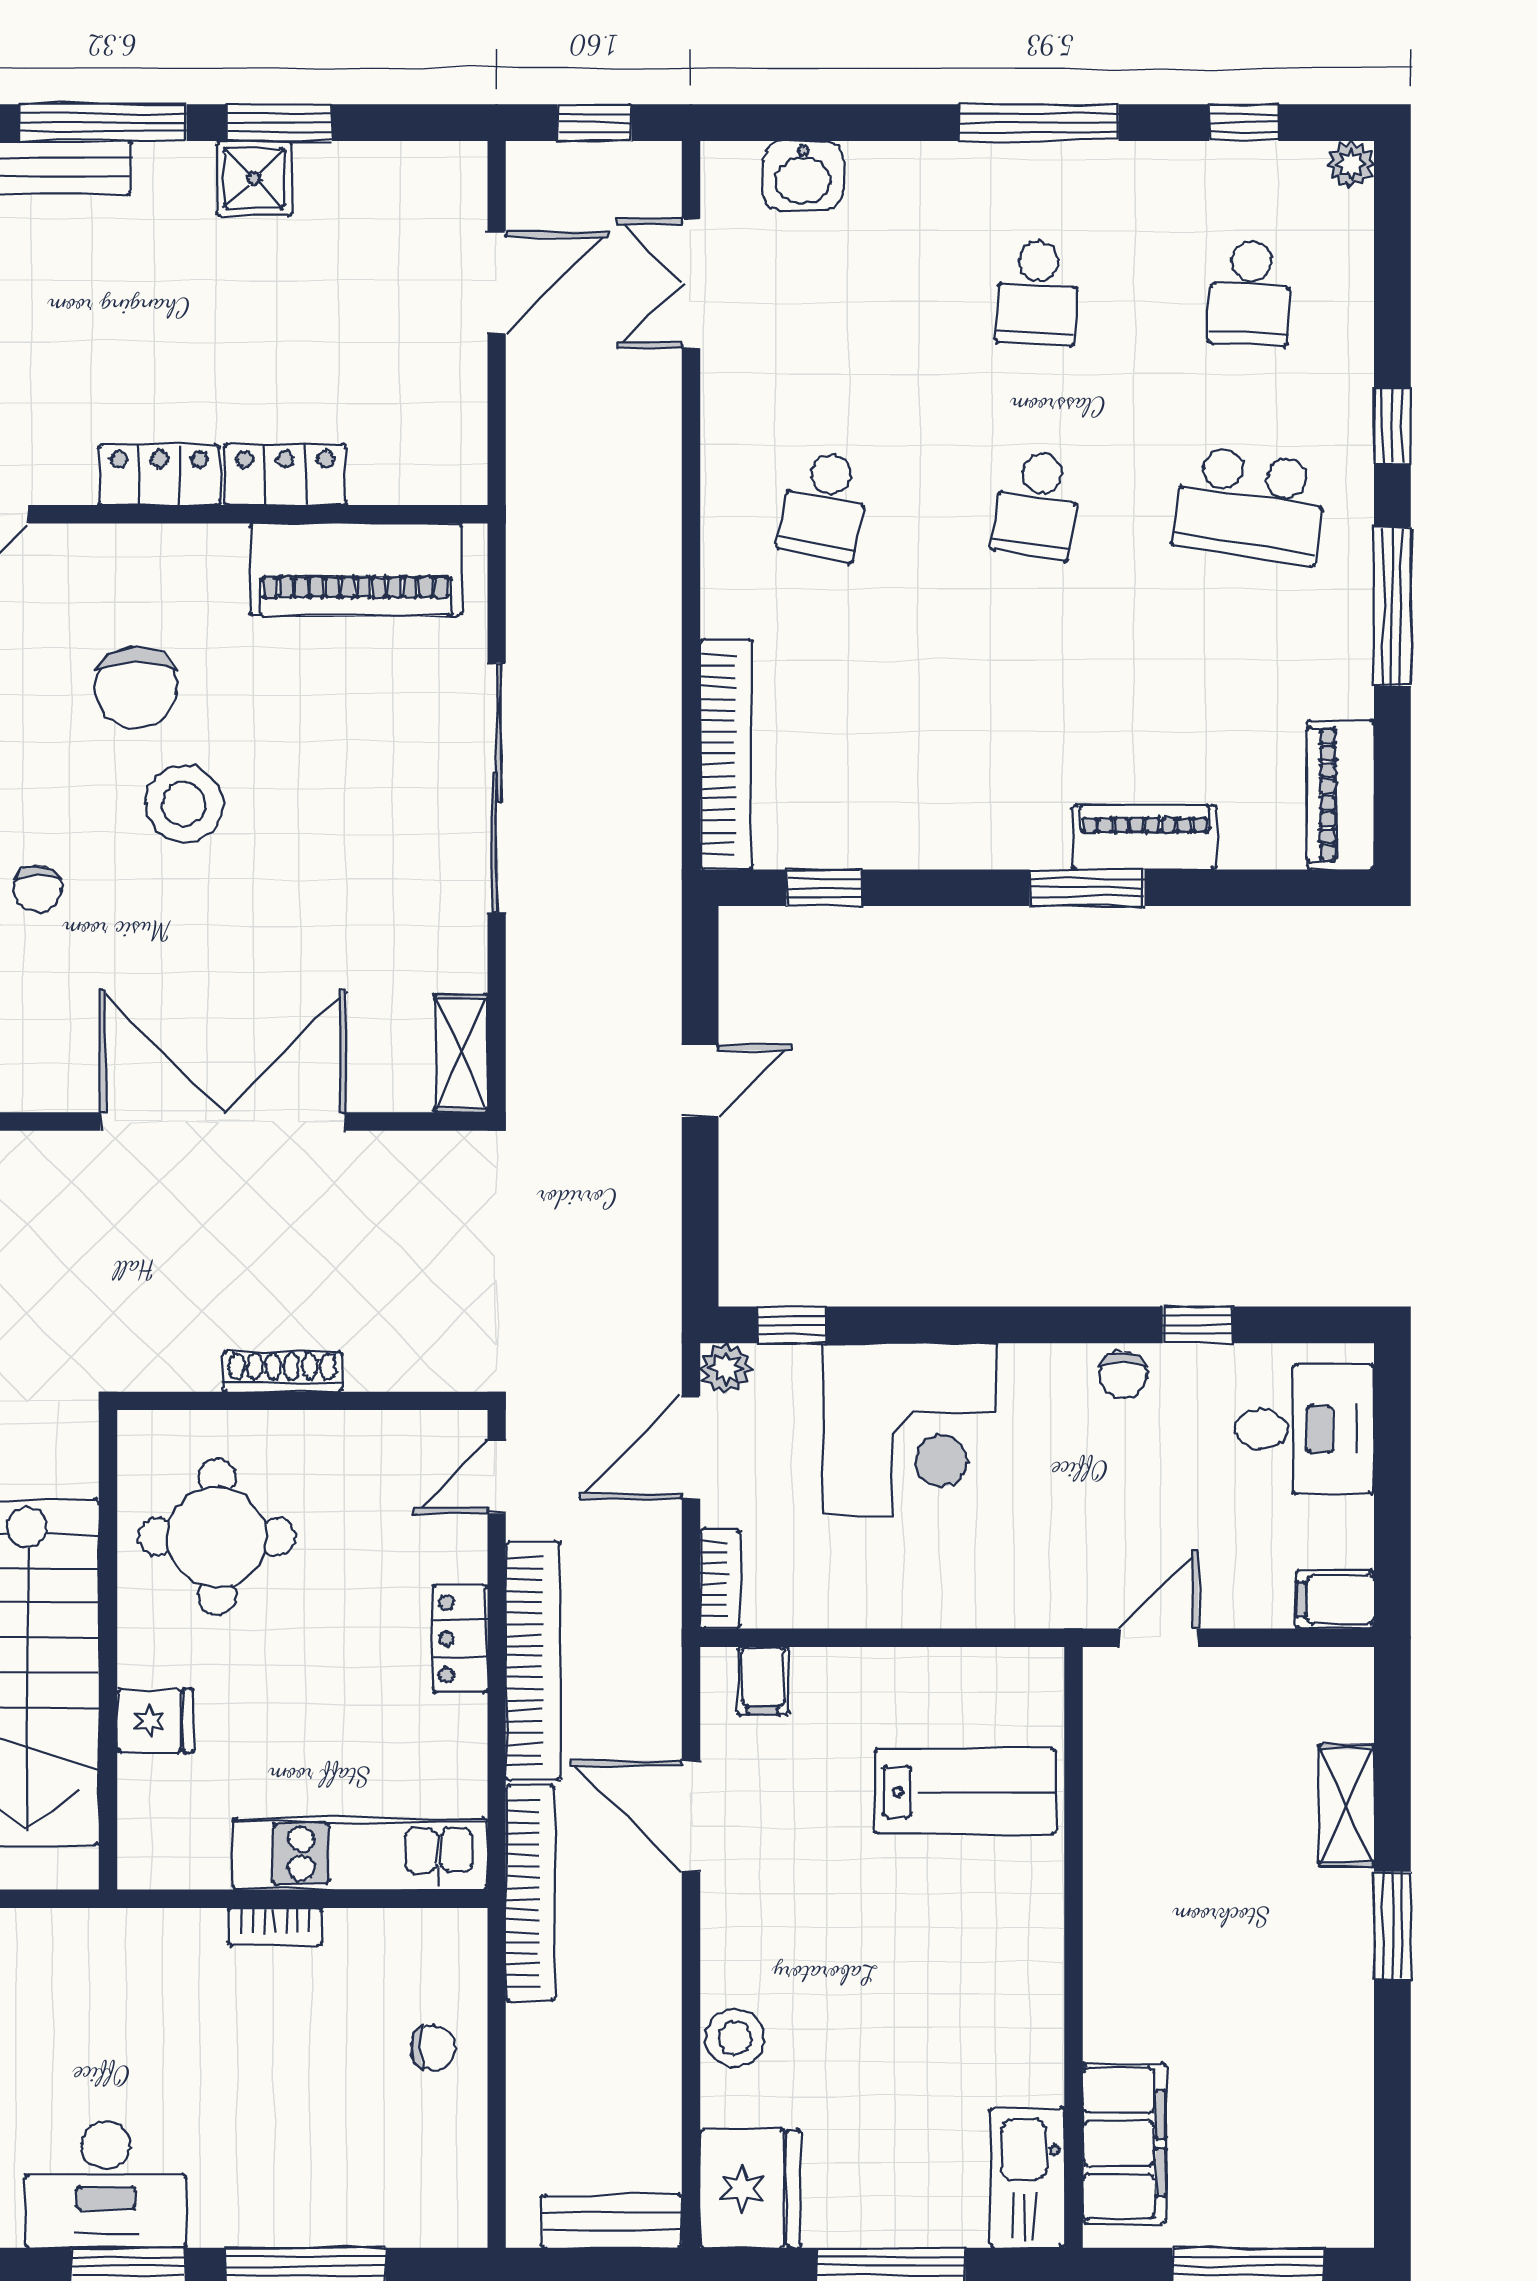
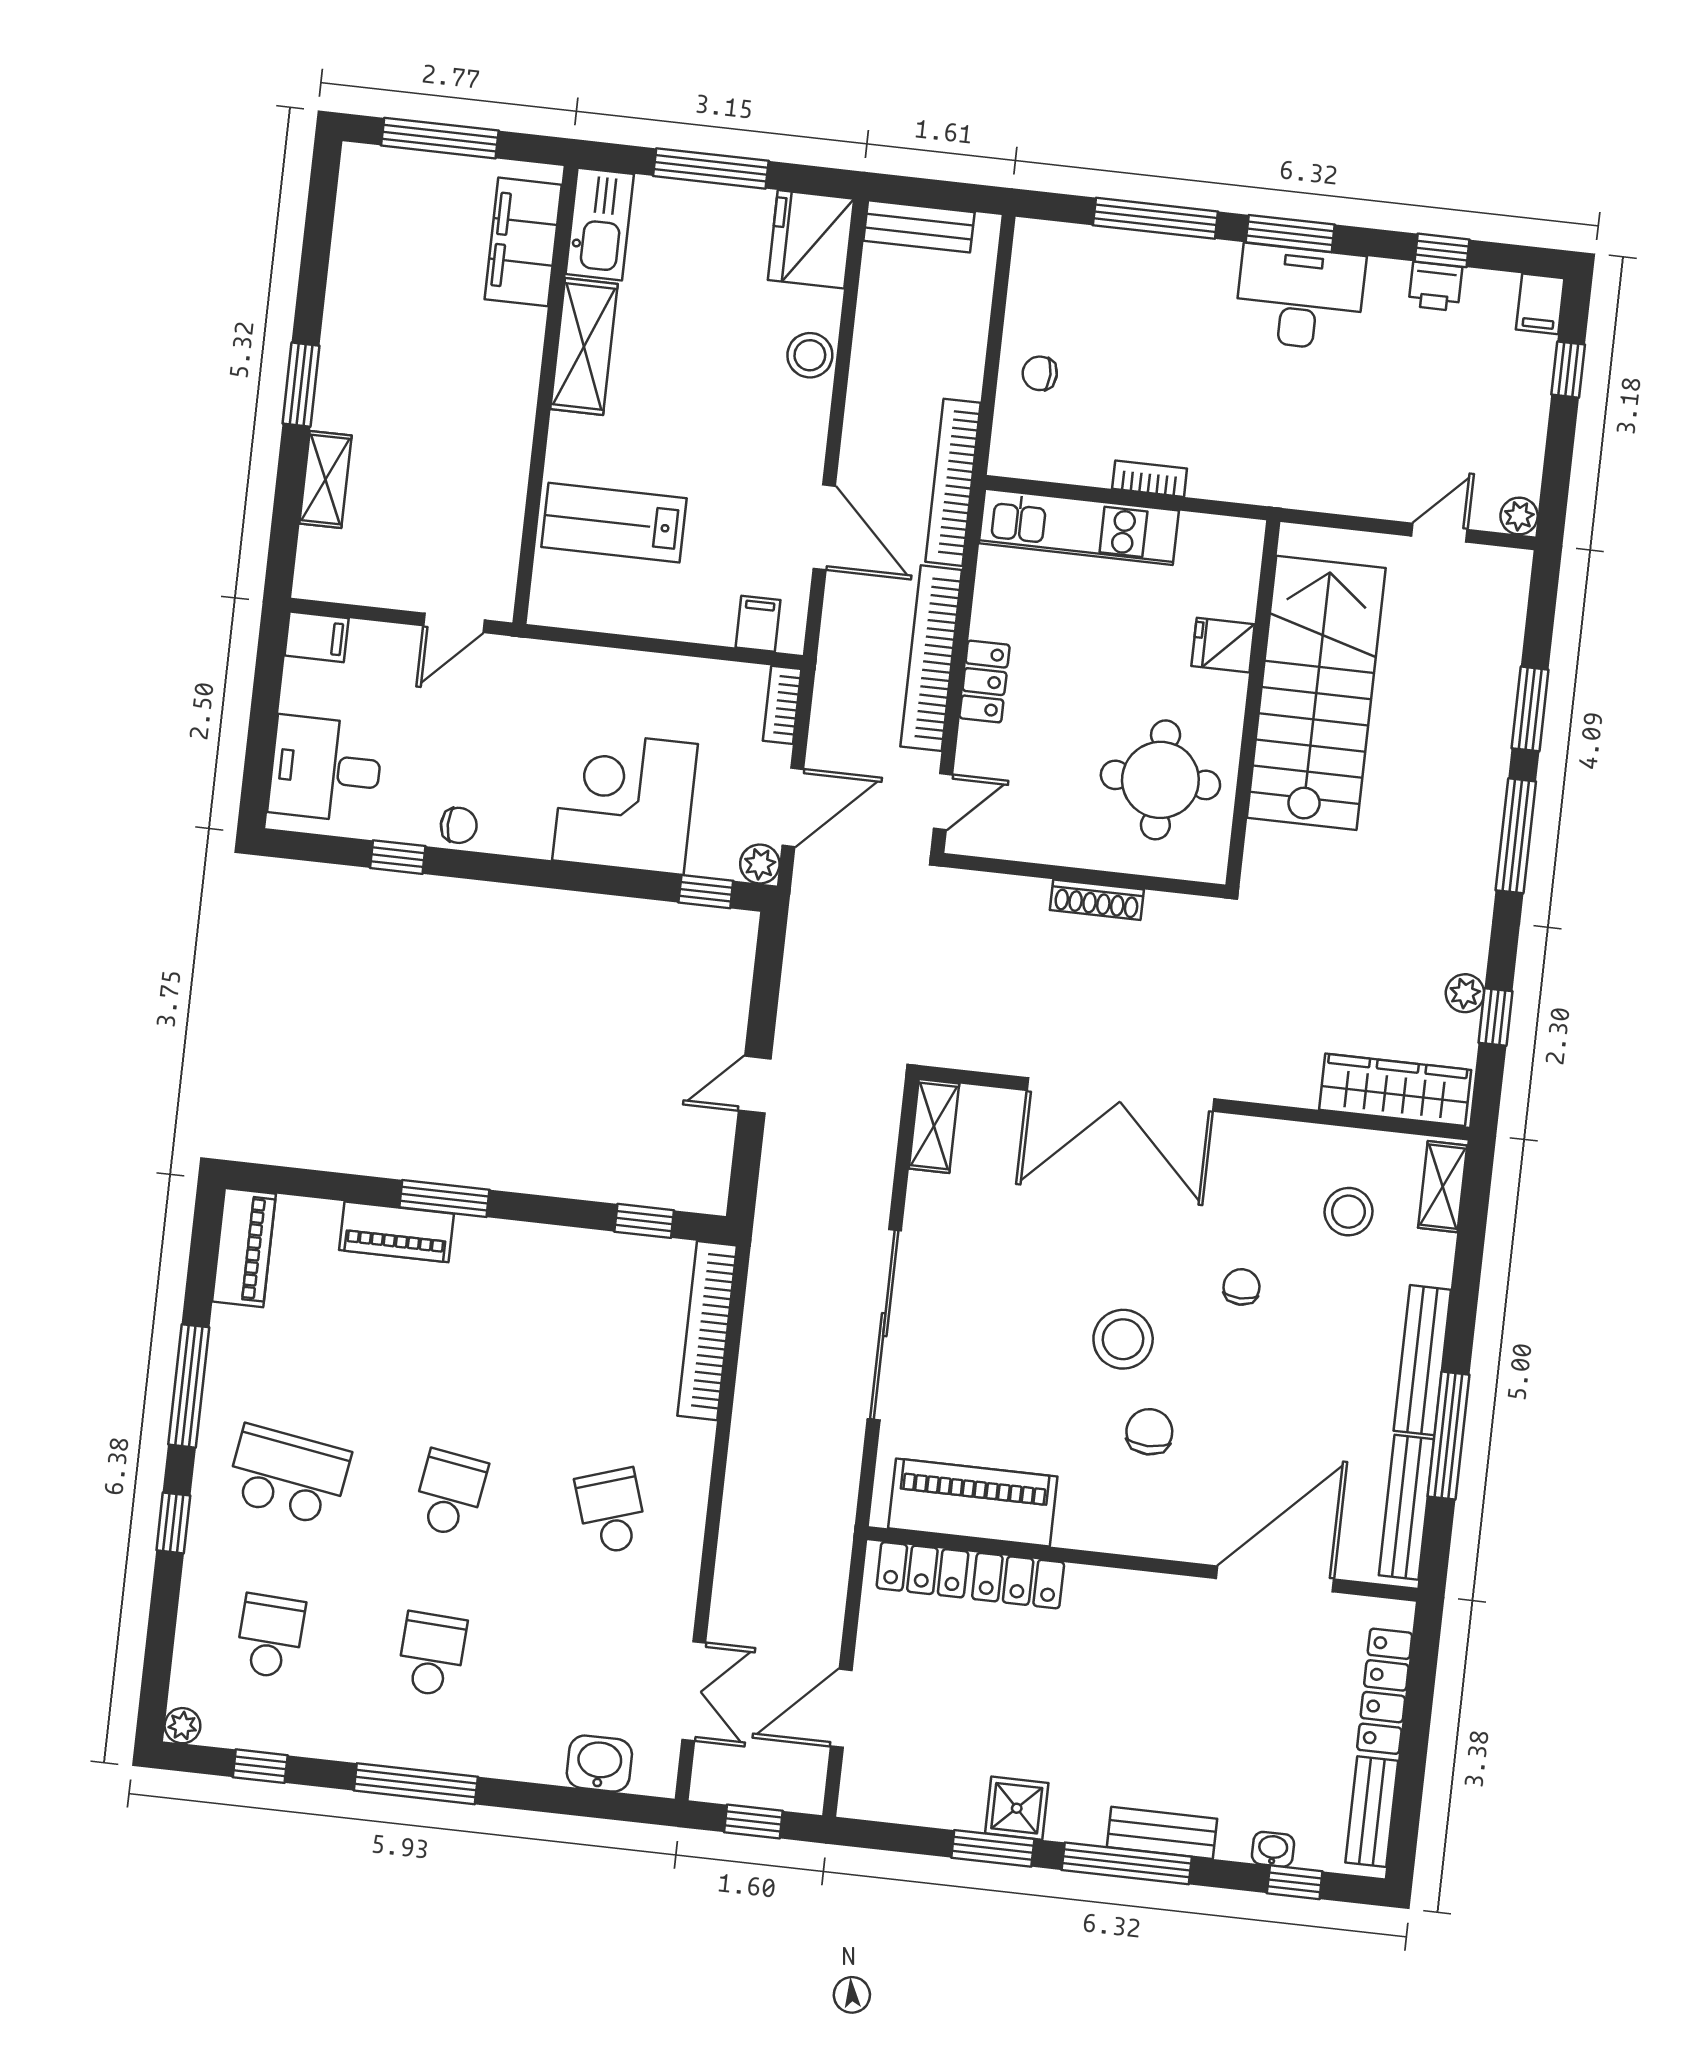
locker: (159, 475) -> (922, 1570), moved
school desk: (824, 505) -> (611, 1511), turned -30
chair: (136, 687) -> (1149, 1432), width x0.73, depth x0.73
chair: (1123, 1375) -> (459, 825), turned 90
shelving: (1030, 2016) -> (584, 346), added

